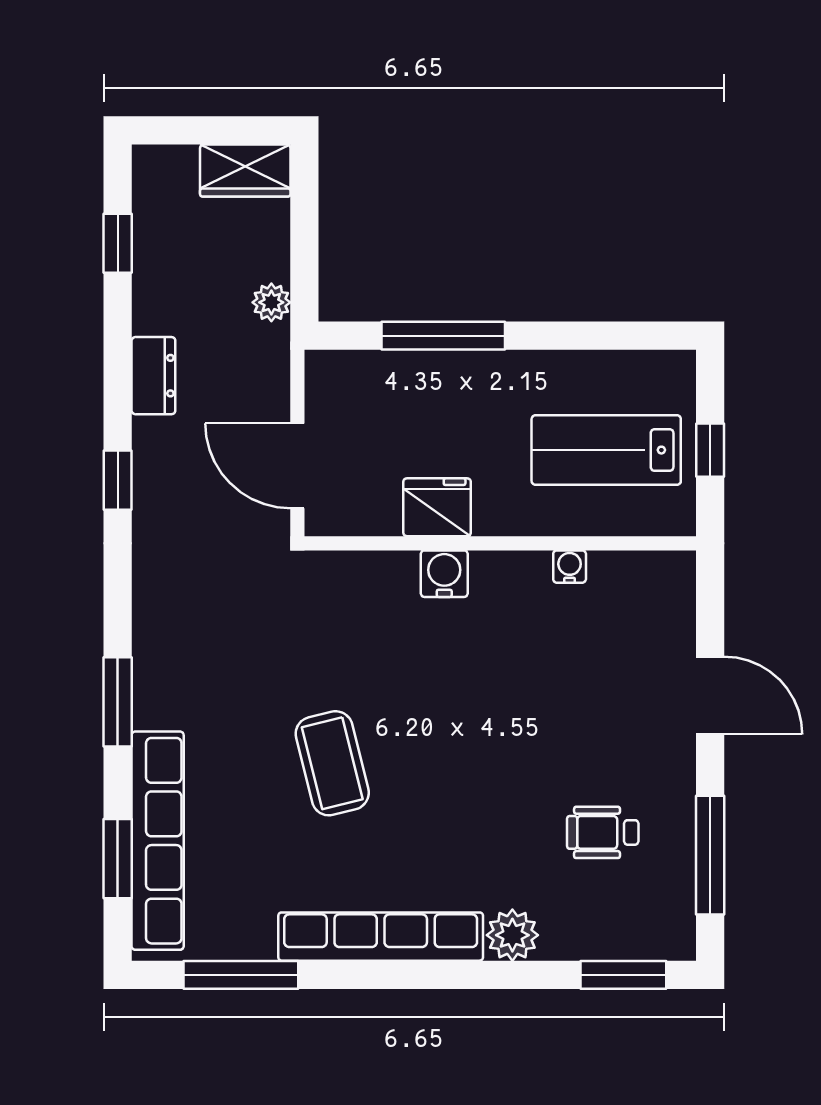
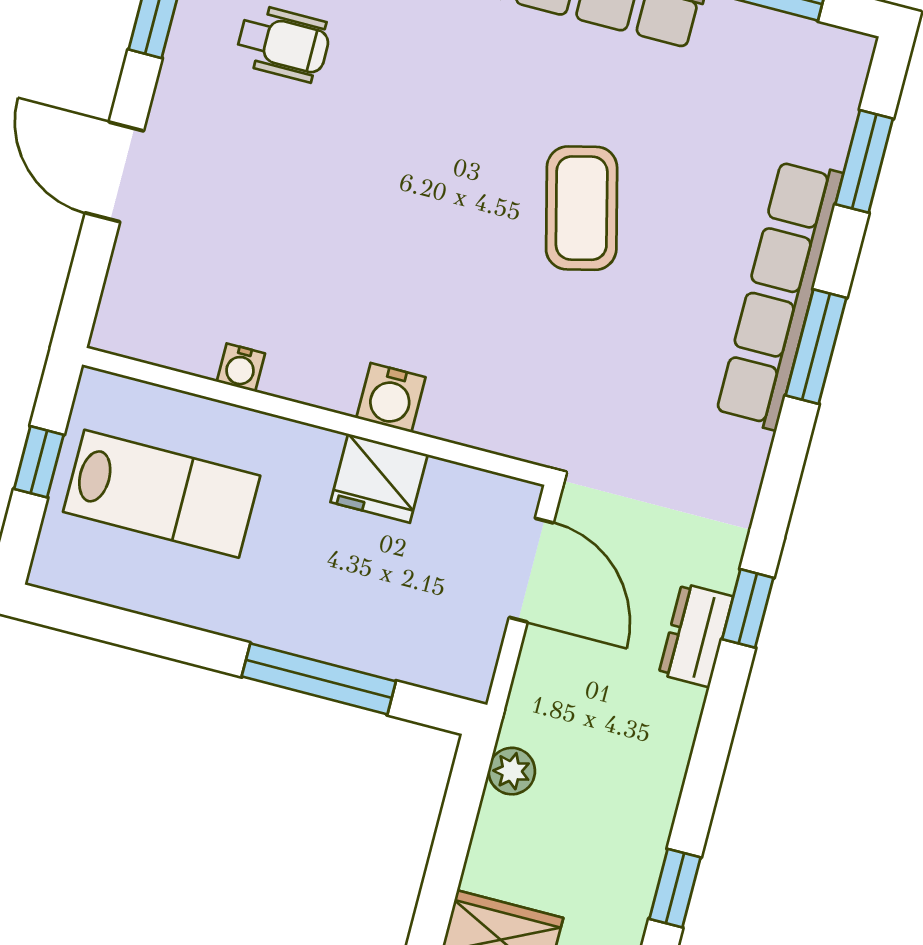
dresser: (153, 376) -> (696, 635), moved
row of seats: (158, 841) -> (779, 294), moved

